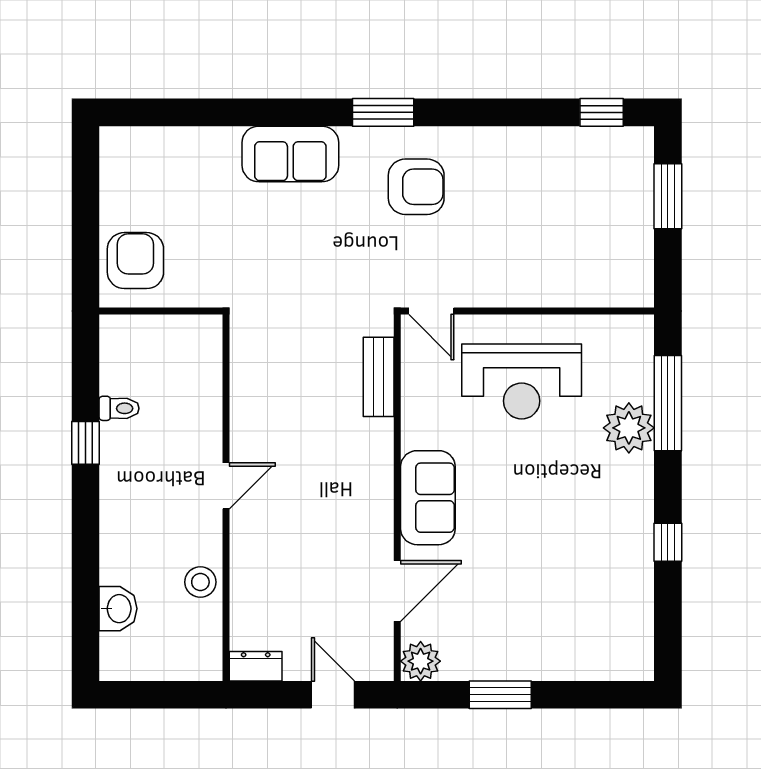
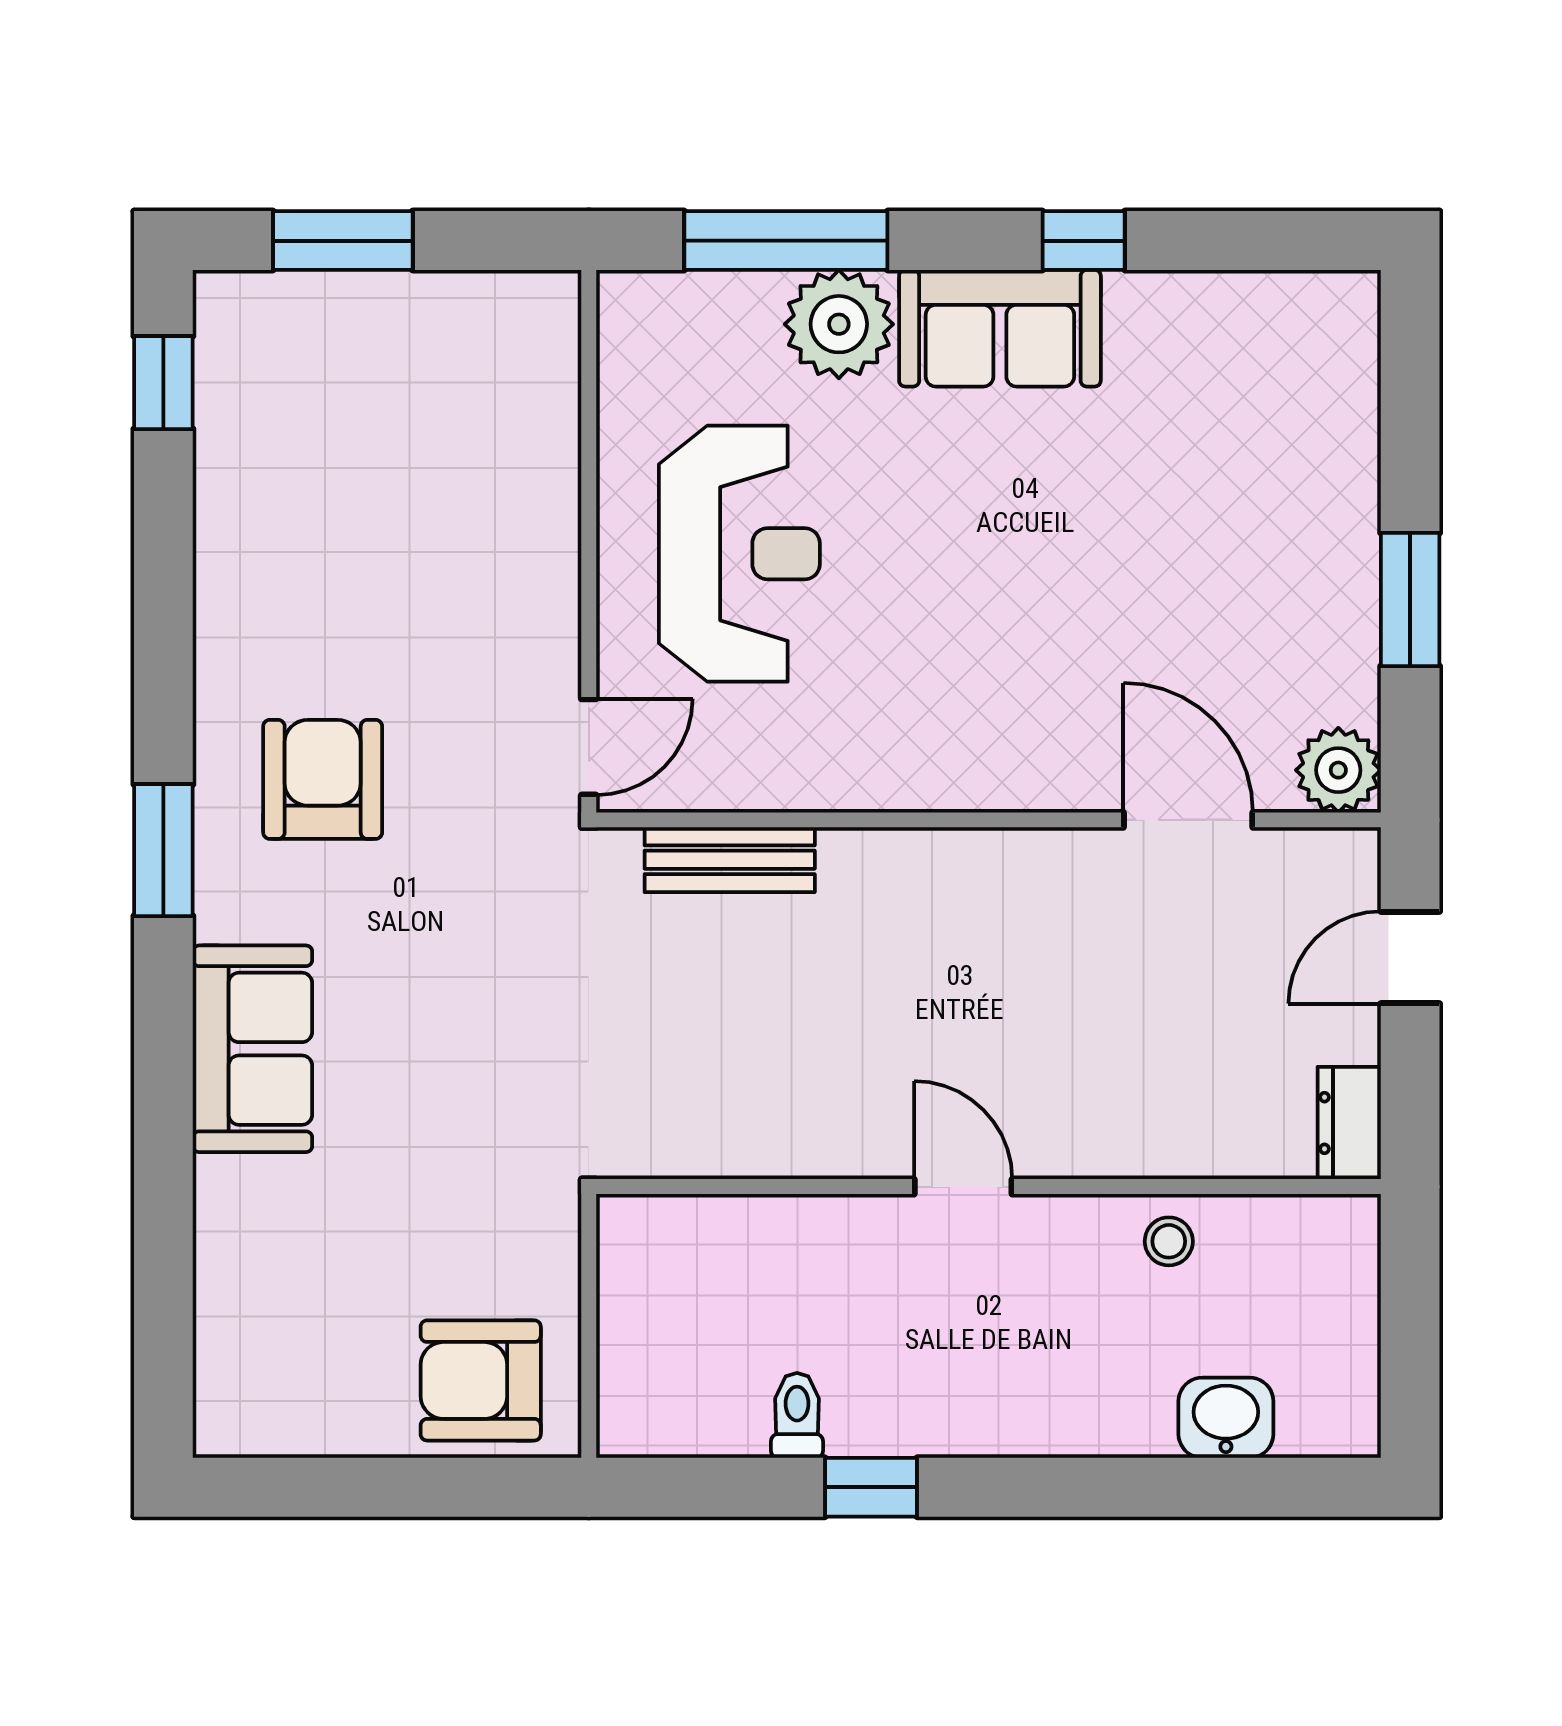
sofa: (428, 498) -> (1000, 328), moved, turned 180
stool: (200, 582) -> (1169, 1241), width x0.73, depth x0.73

